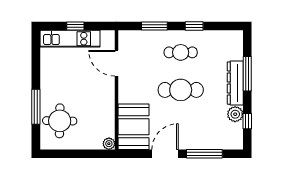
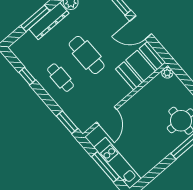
window: (75, 26) -> (105, 167), width x2.17
window: (154, 26) -> (67, 122), moved
window: (194, 26) -> (27, 76), moved

